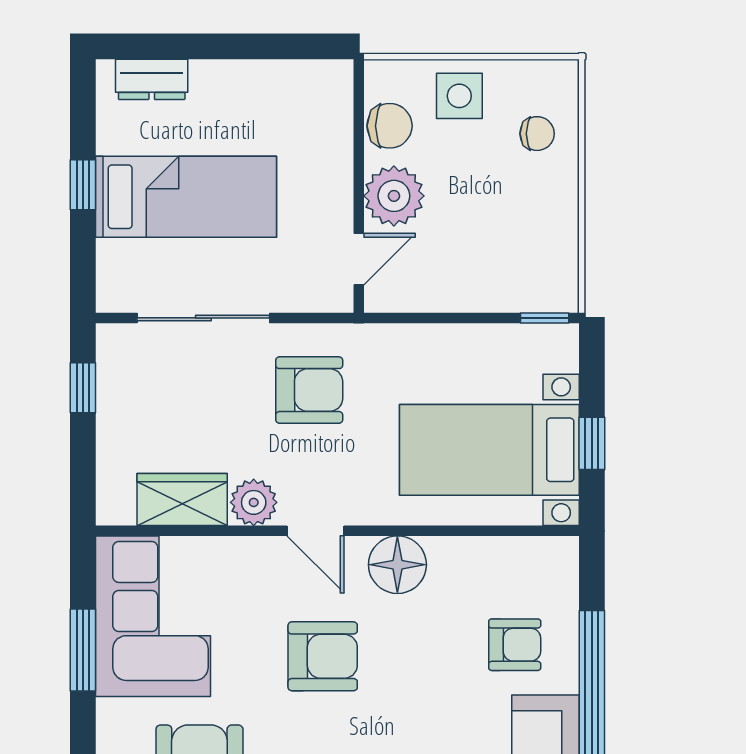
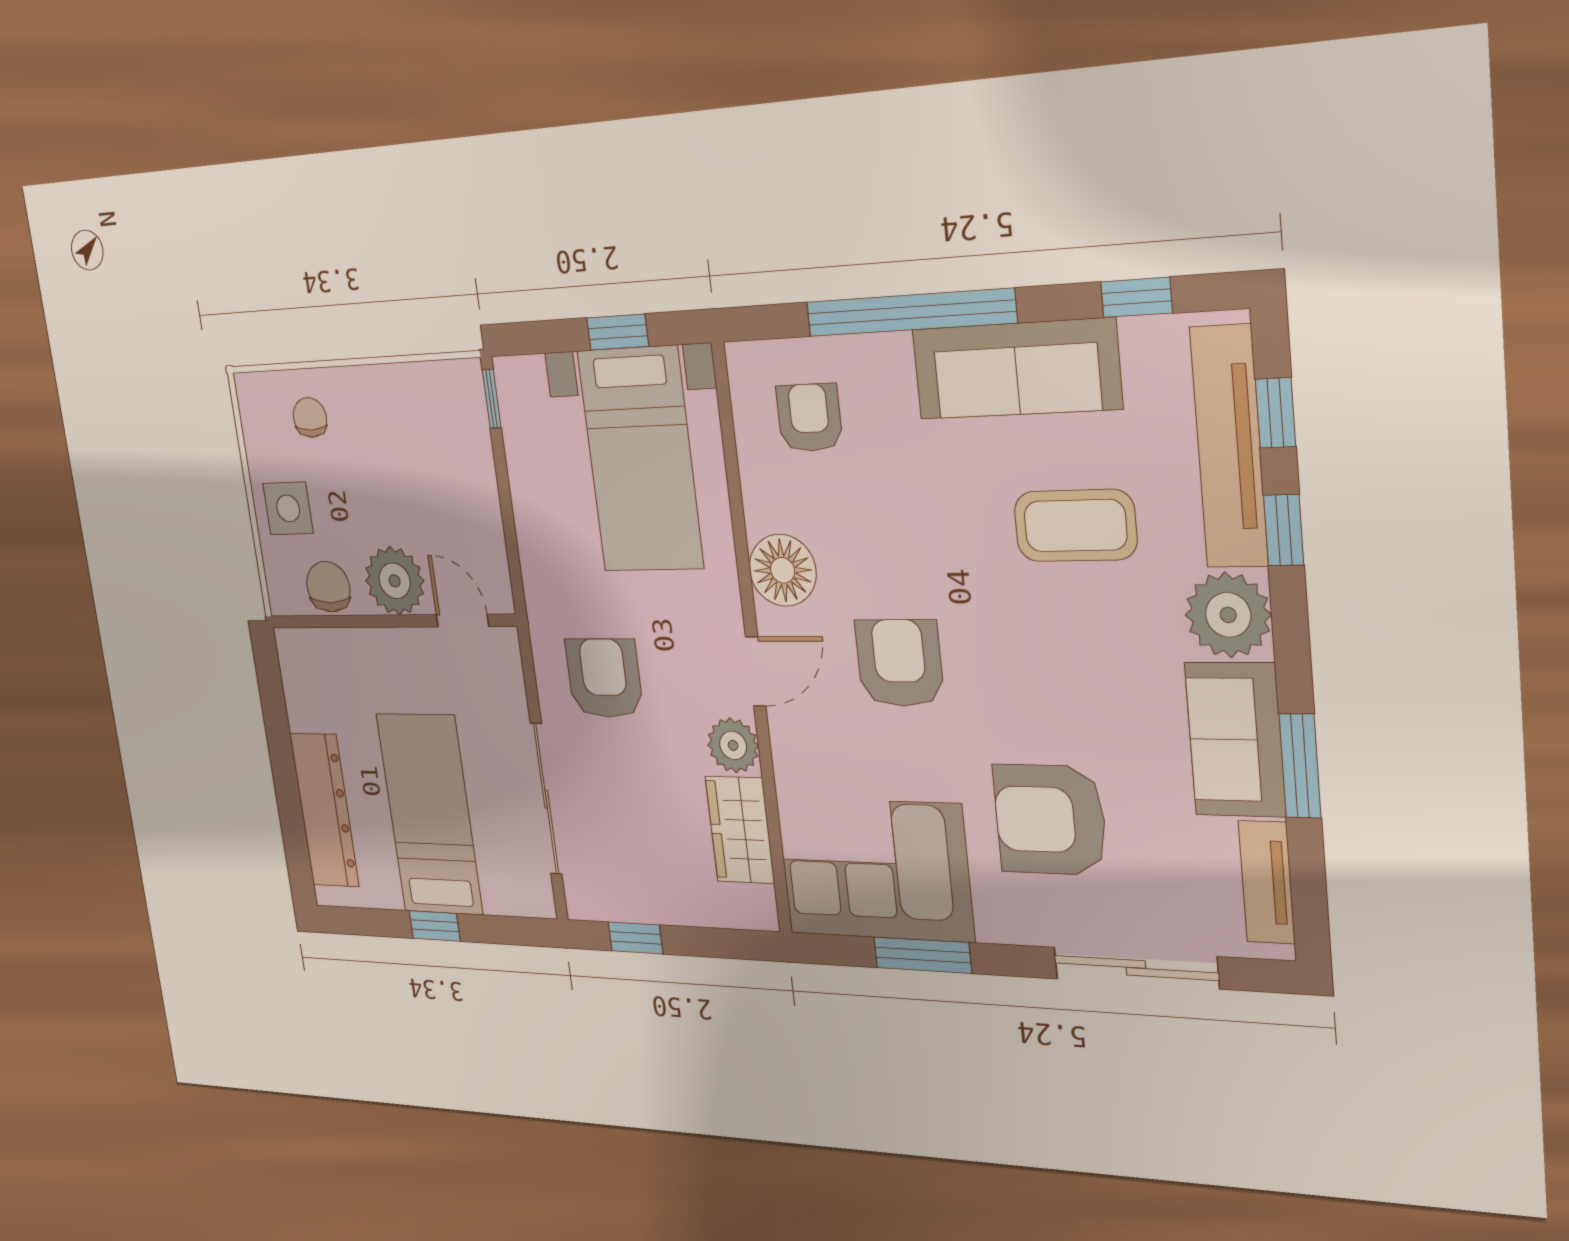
dresser: (152, 79) -> (324, 810), width x1.96, depth x1.24
armchair: (515, 645) -> (809, 418), moved

